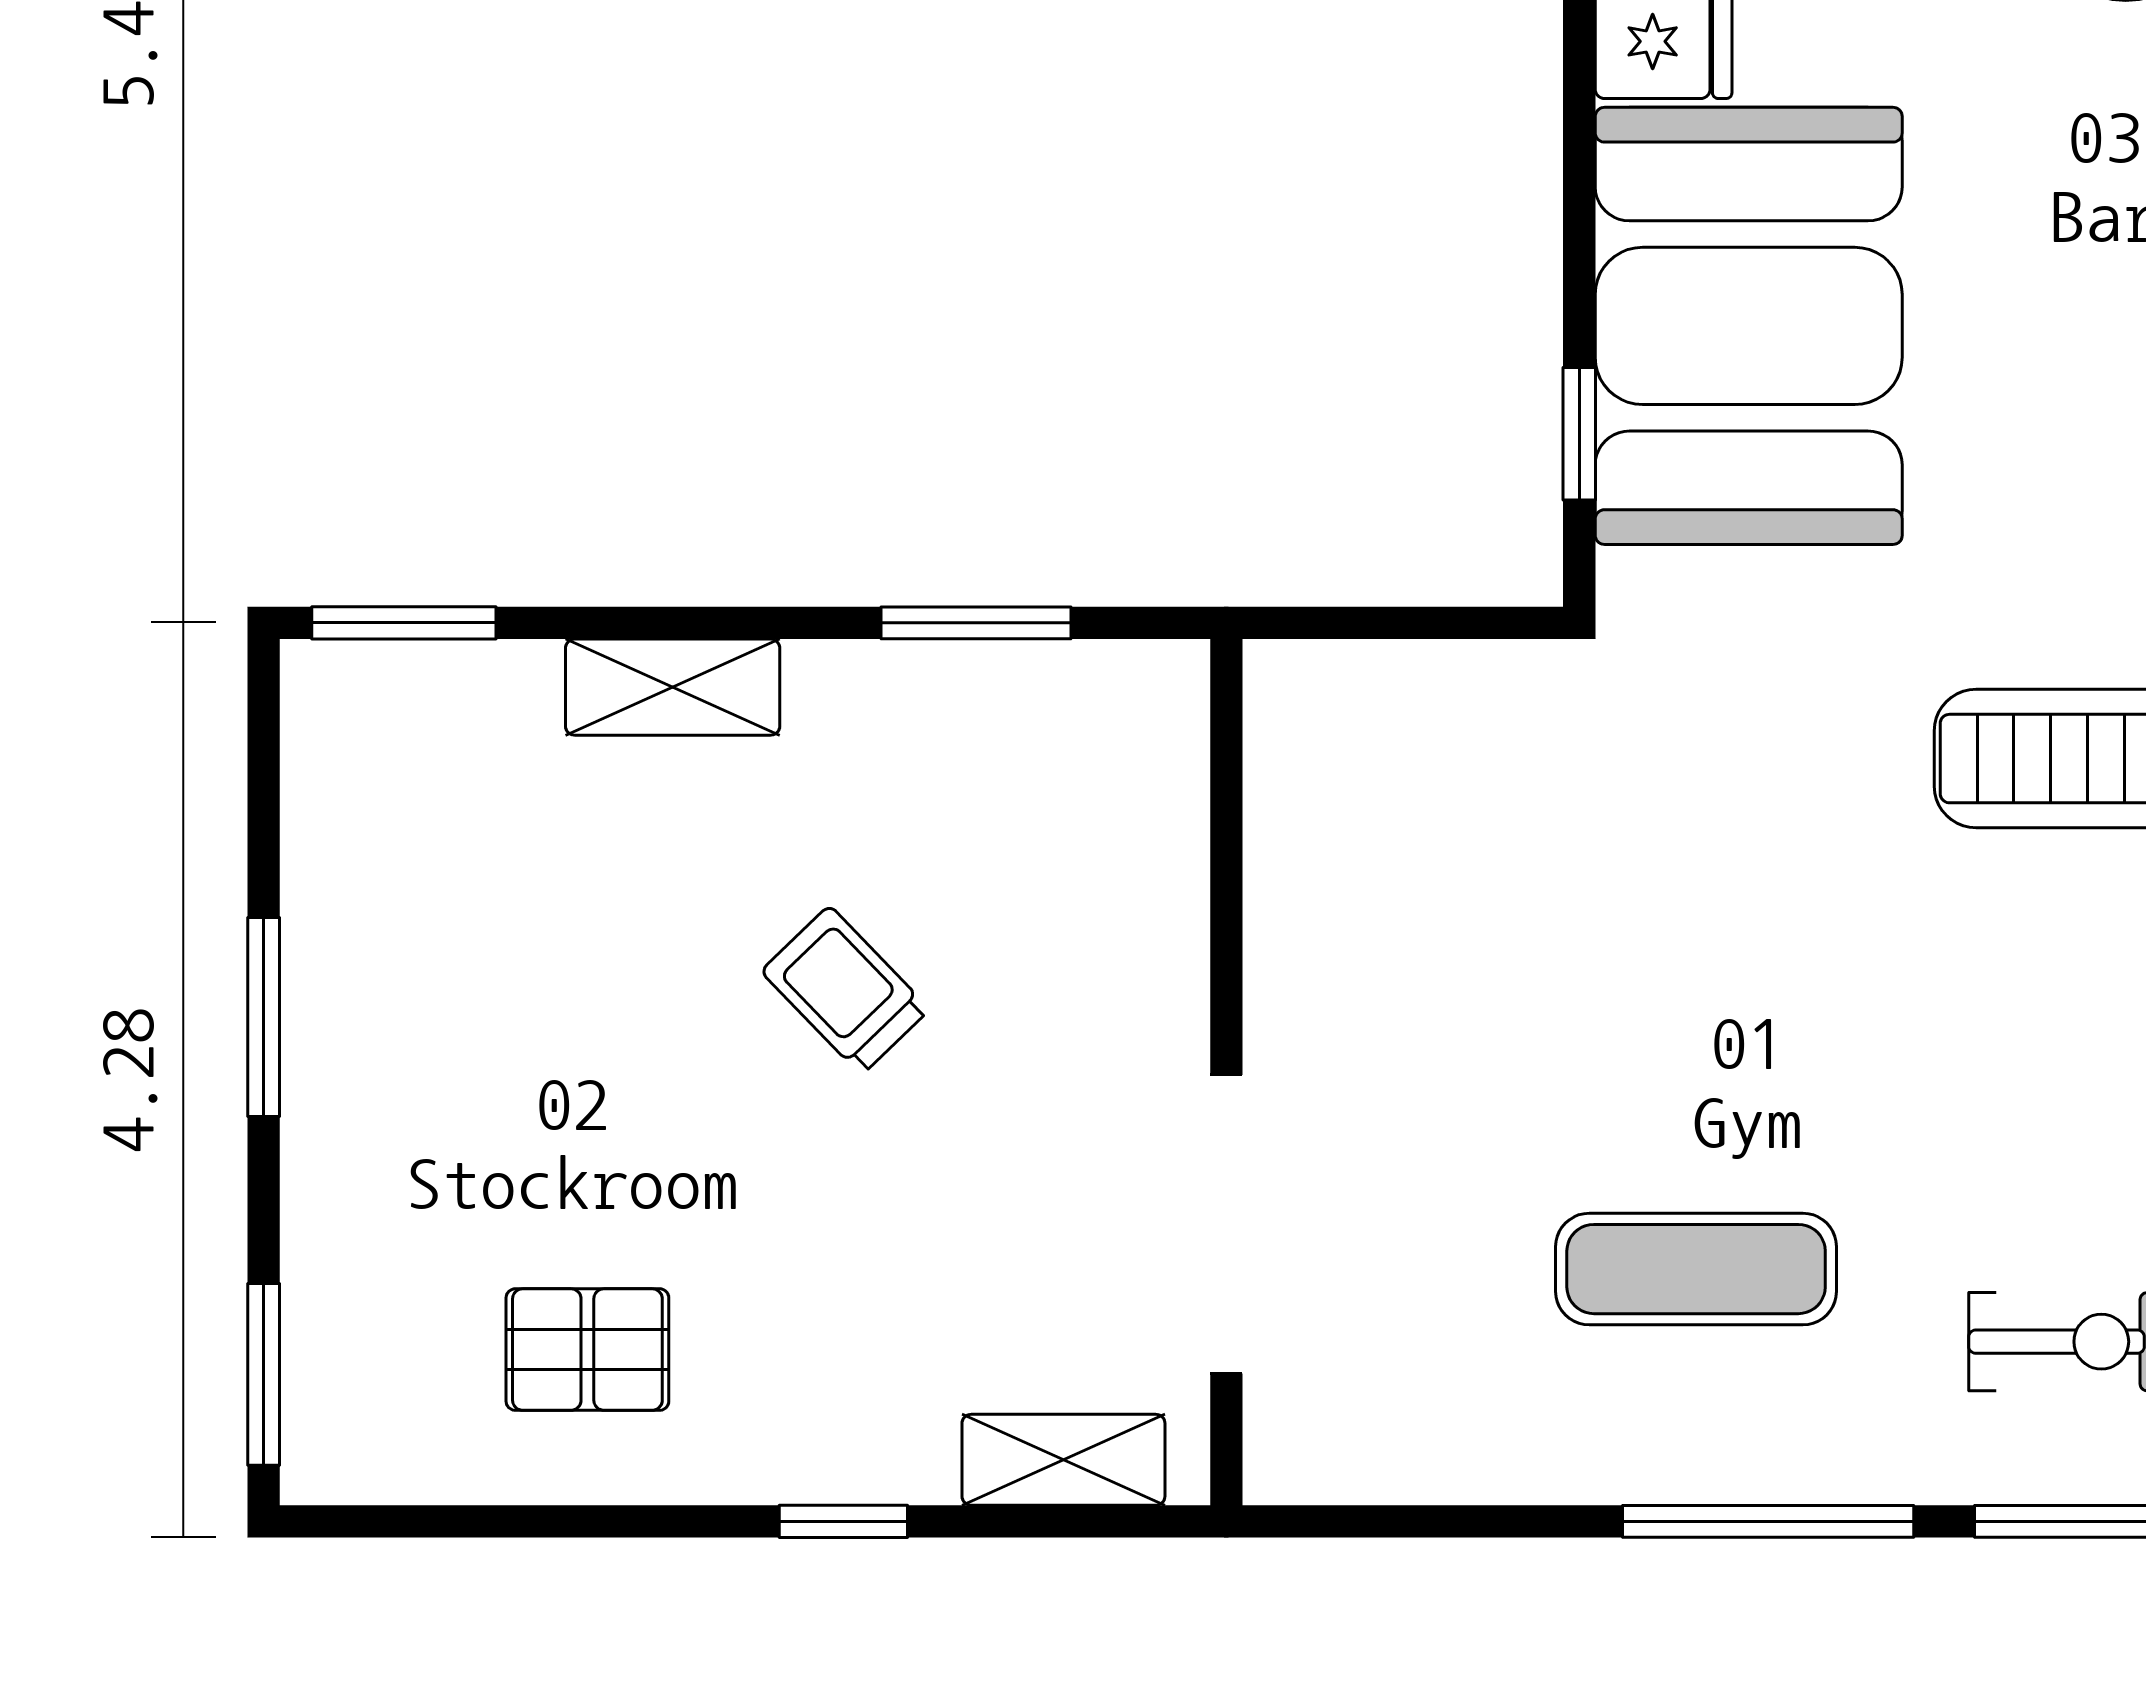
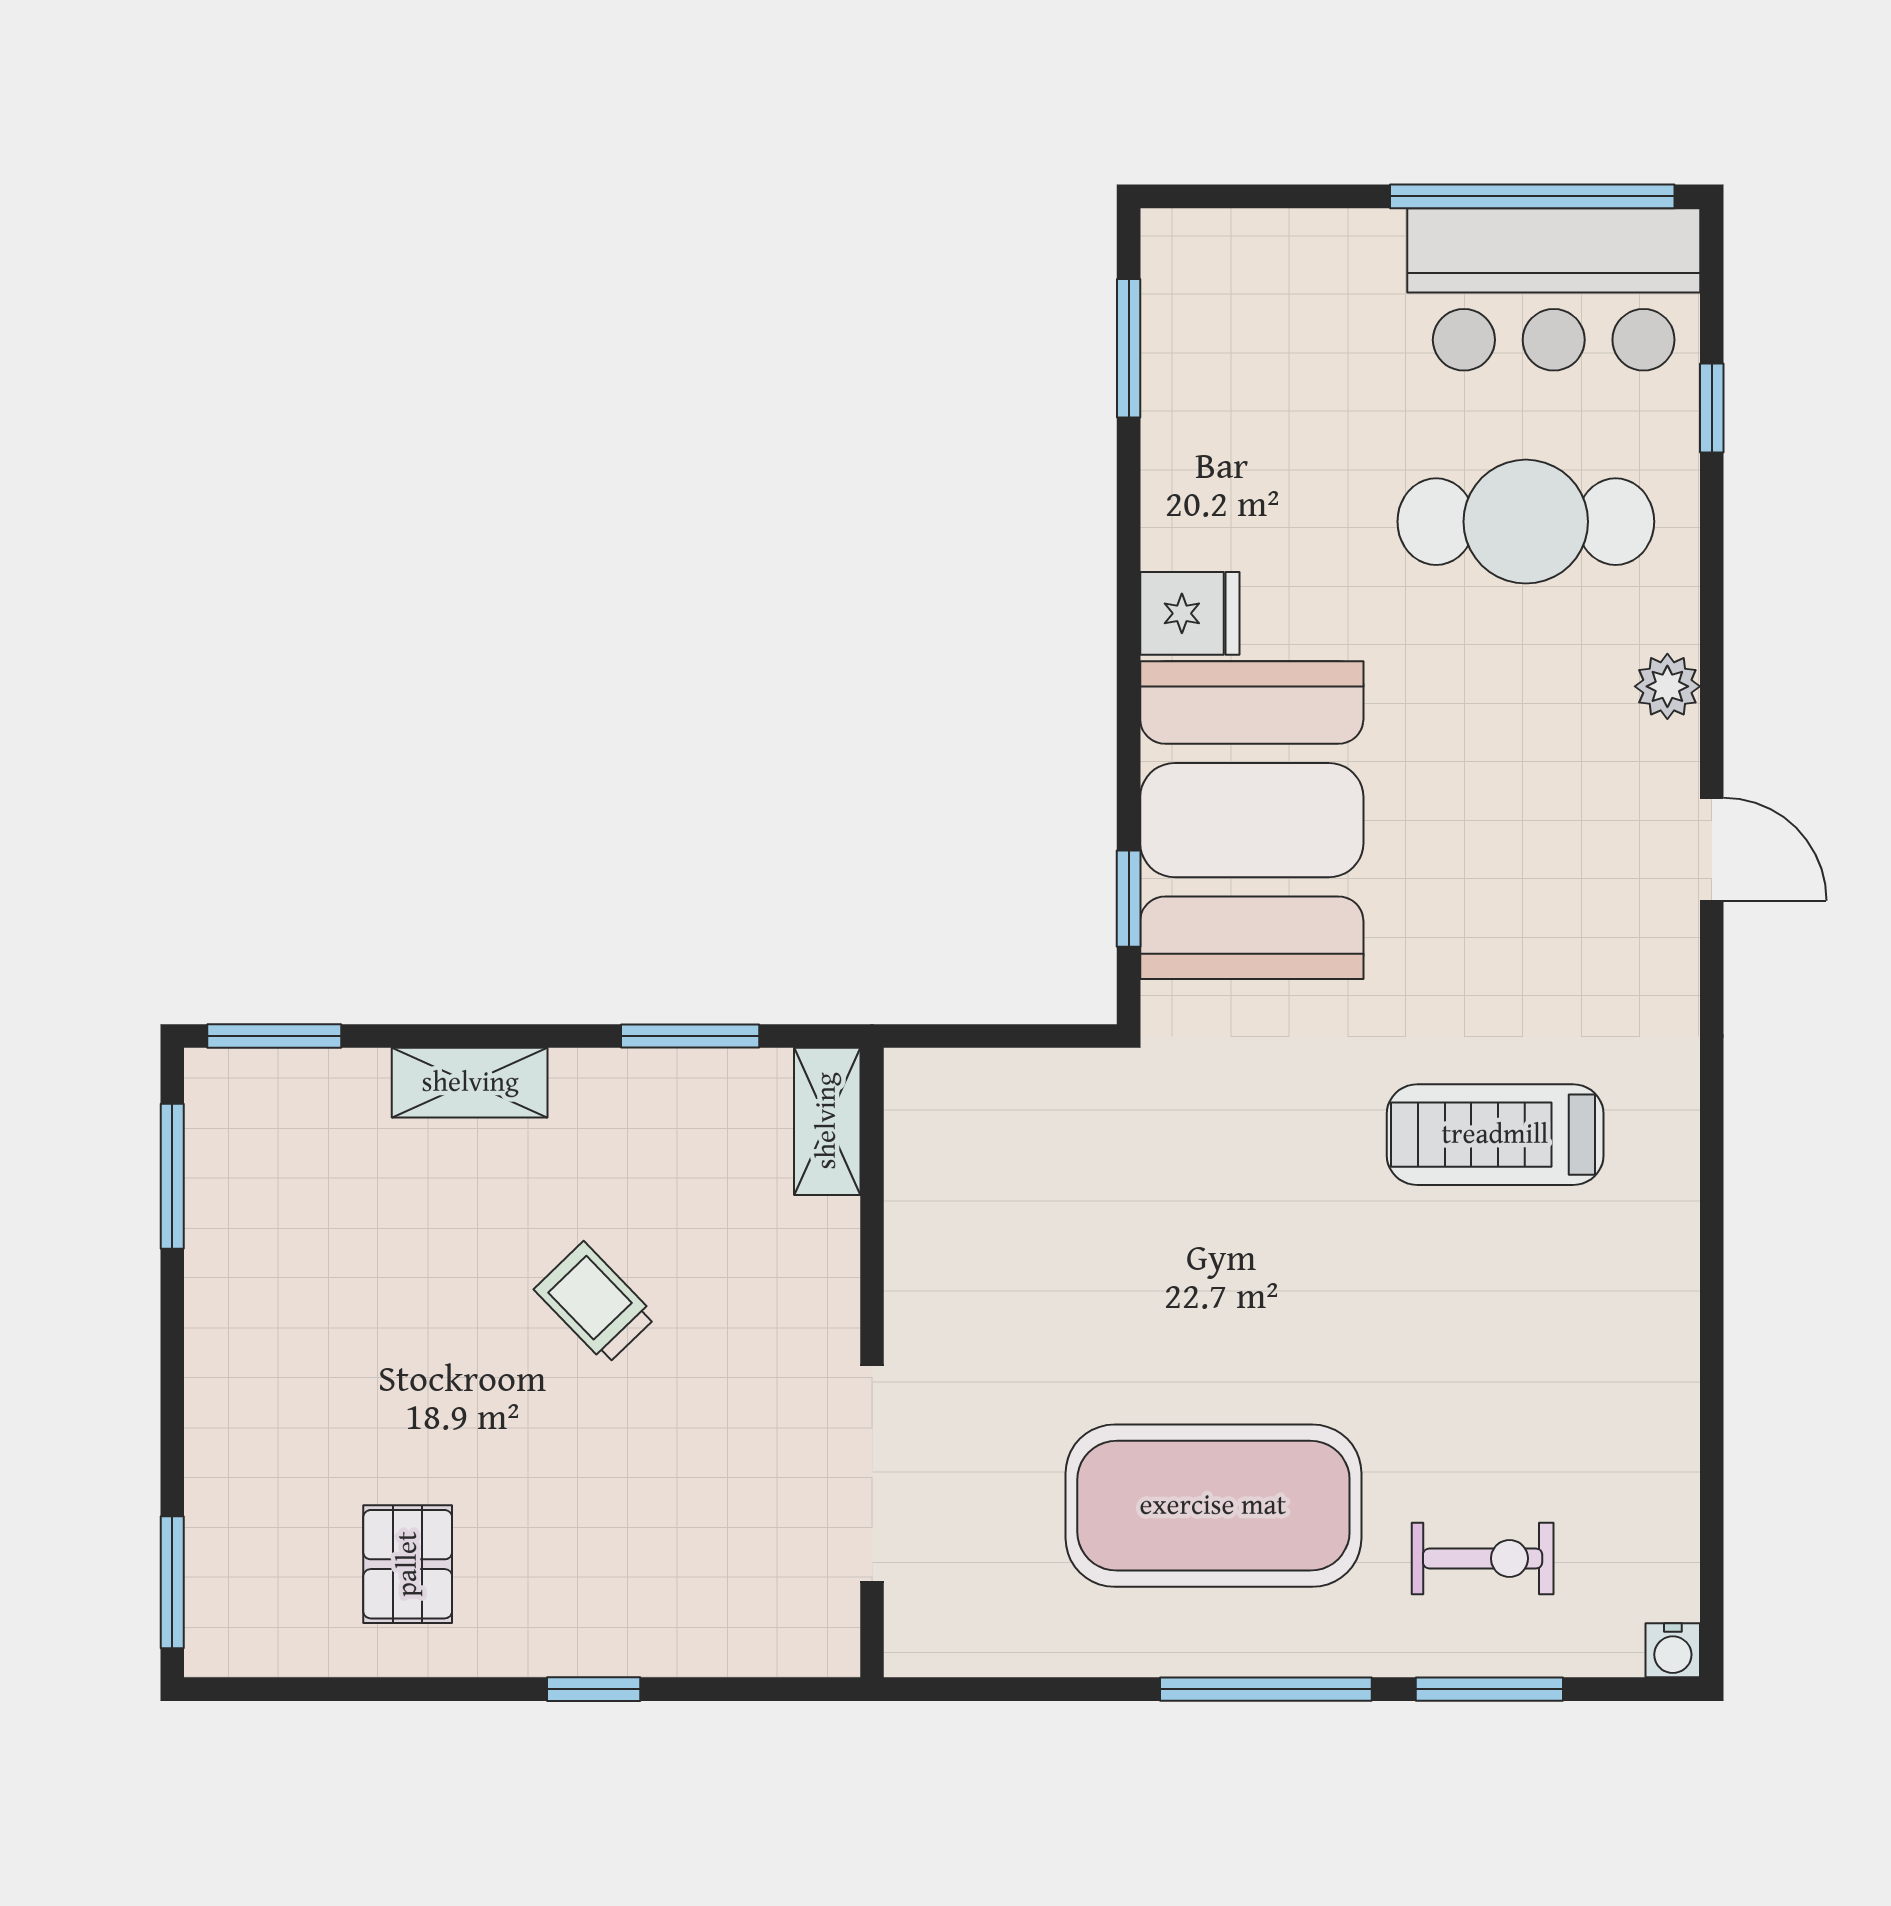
window: (264, 1017) -> (172, 1176), moved
exercise mat: (1696, 1269) -> (1213, 1506), width x2.00, depth x1.45
pallet: (587, 1350) -> (408, 1564), turned 90
shelving: (1063, 1460) -> (827, 1121), moved, turned 90

